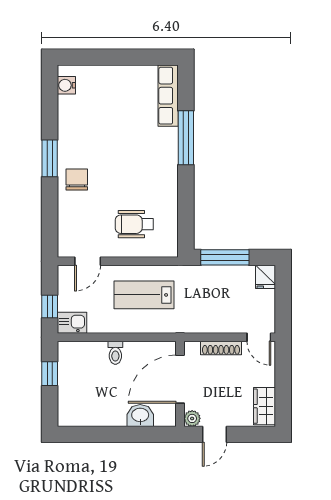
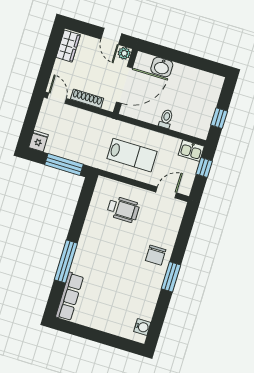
door: (214, 434) -> (111, 36), swing flipped

